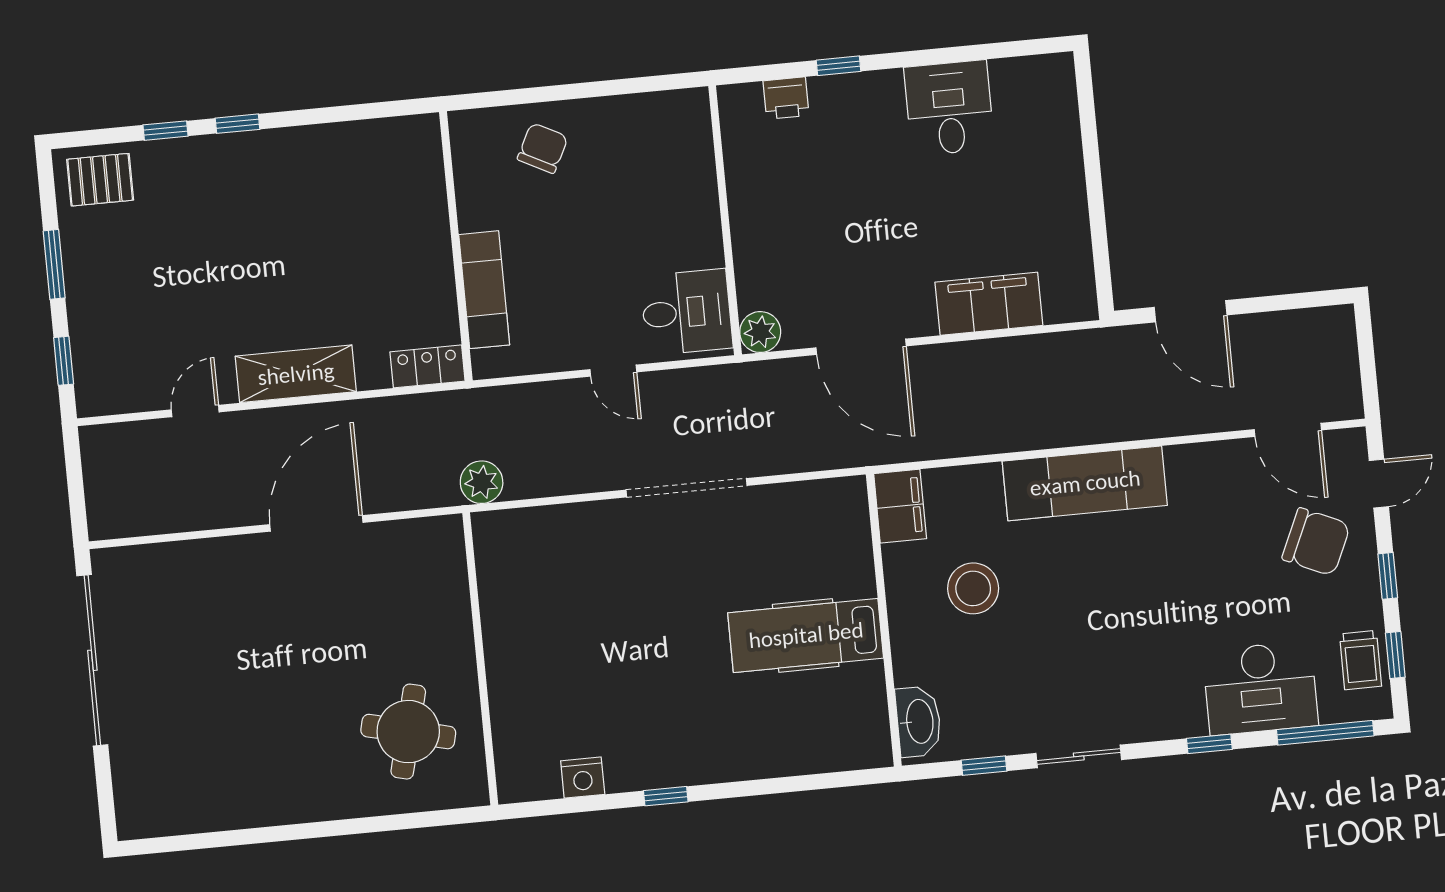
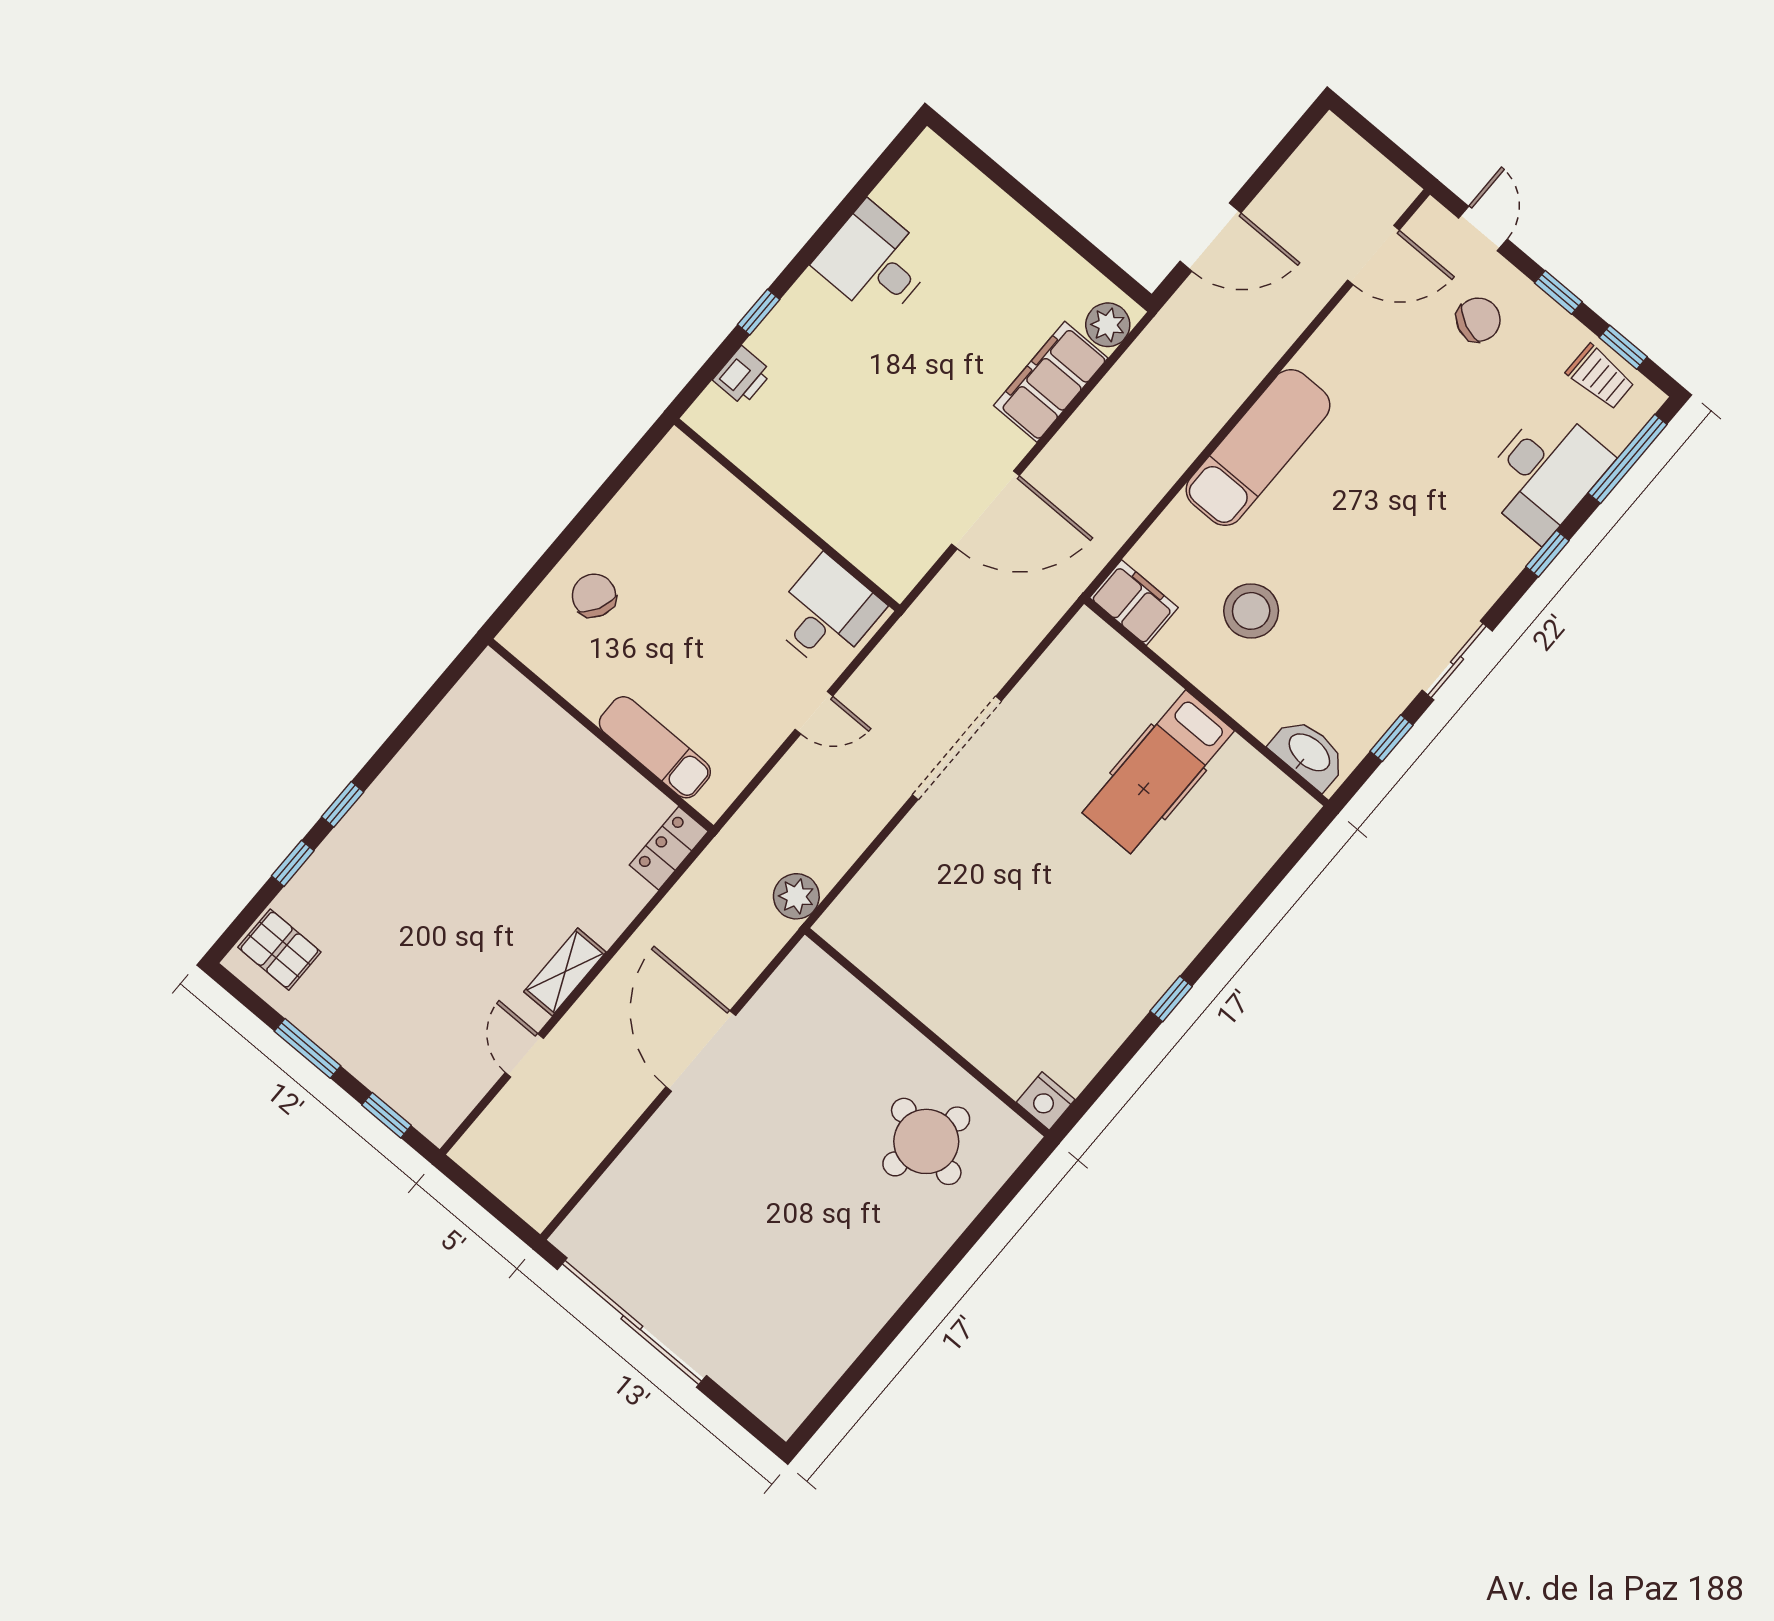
pallet: (100, 180) -> (279, 950), turned 90
plant: (760, 332) -> (1108, 325), moved
shelving: (296, 374) -> (565, 972), width x0.67, depth x0.75
chair: (1316, 542) -> (1478, 320), width x0.73, depth x0.73
nightstand: (583, 778) -> (1046, 1101), moved, turned 90

